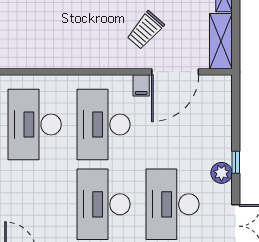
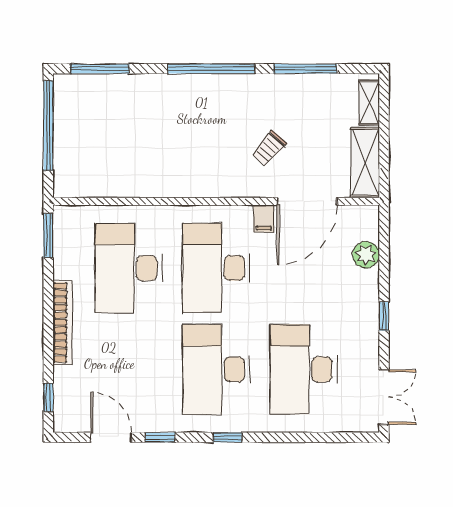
trolley: (145, 30) -> (269, 148), width x0.73, depth x0.72
plant: (221, 173) -> (366, 255), moved

